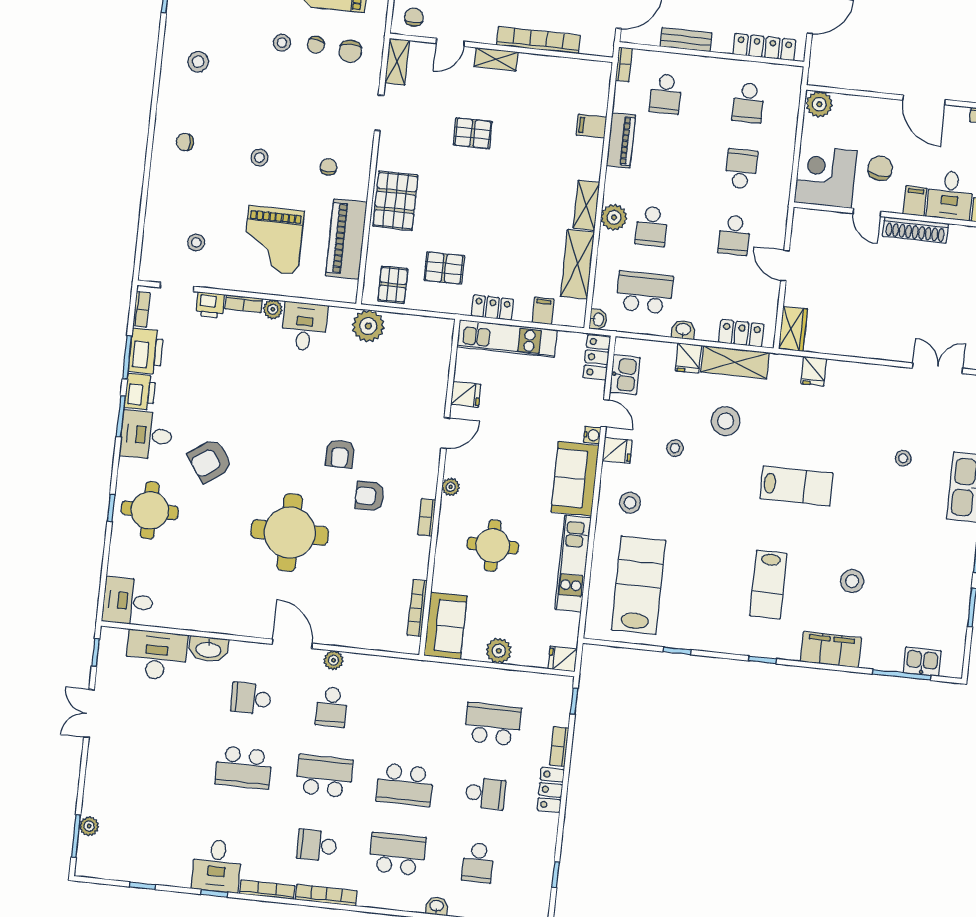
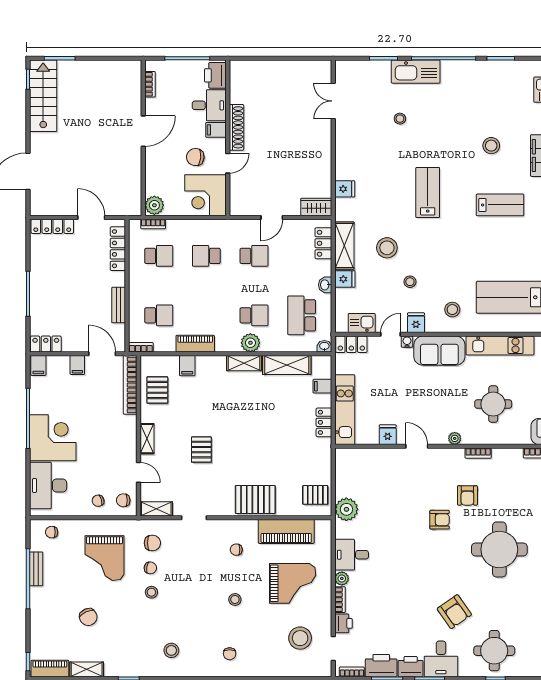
bookcase: (538, 40) -> (130, 385), moved
bookcase: (793, 100) -> (153, 224), added
stool: (196, 242) -> (300, 638), width x1.89, depth x1.89
pallet: (444, 268) -> (157, 390), moved

